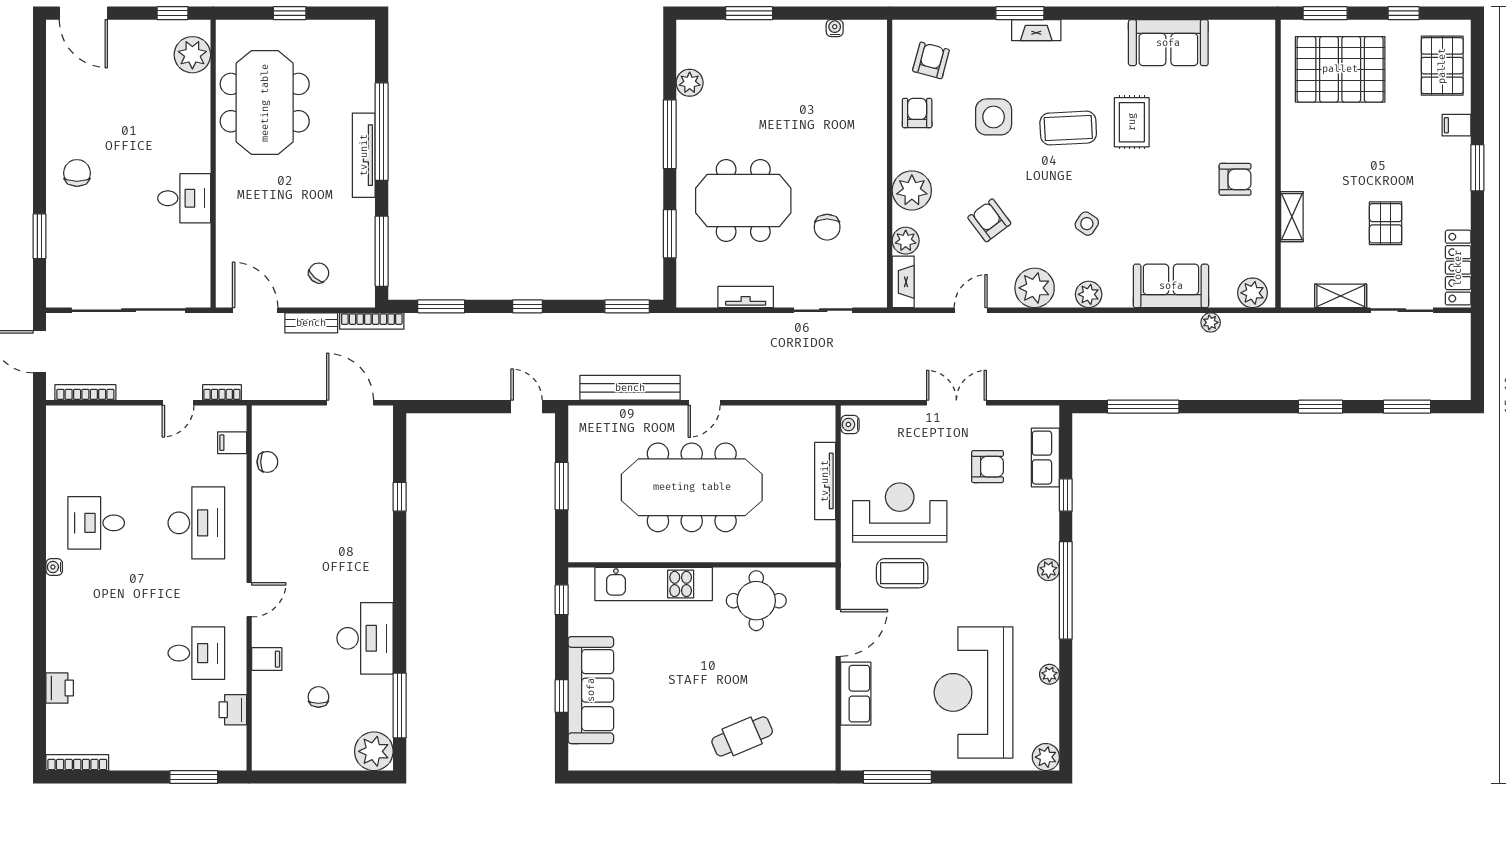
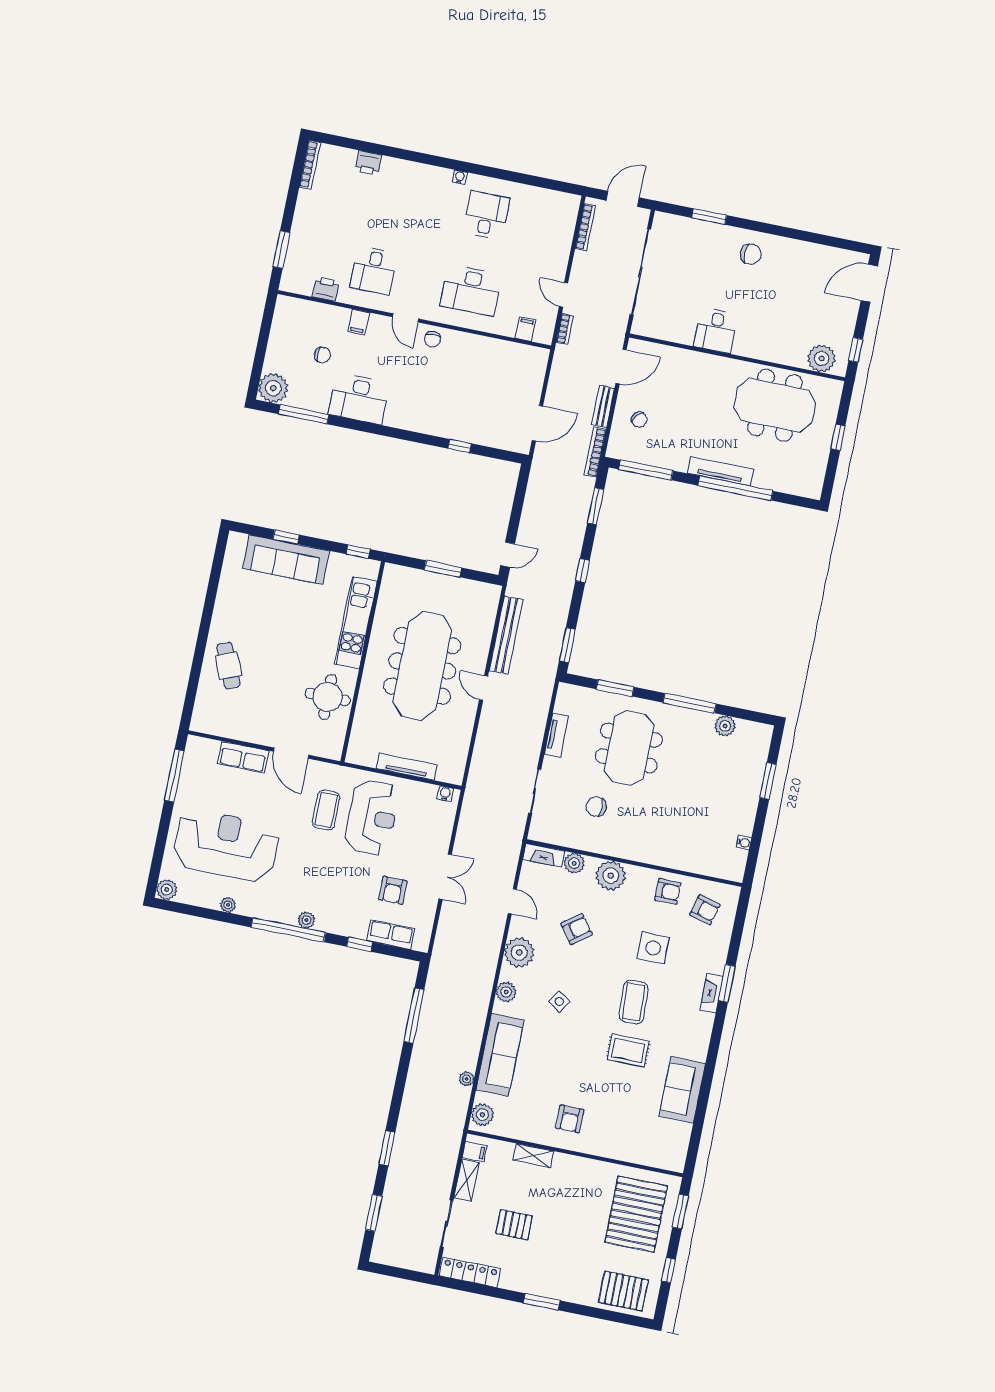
filing cabinet: (1456, 125) -> (475, 1151), moved, turned 90
sofa: (1171, 286) -> (500, 1055), width x1.36
chair: (267, 462) -> (433, 339), moved

